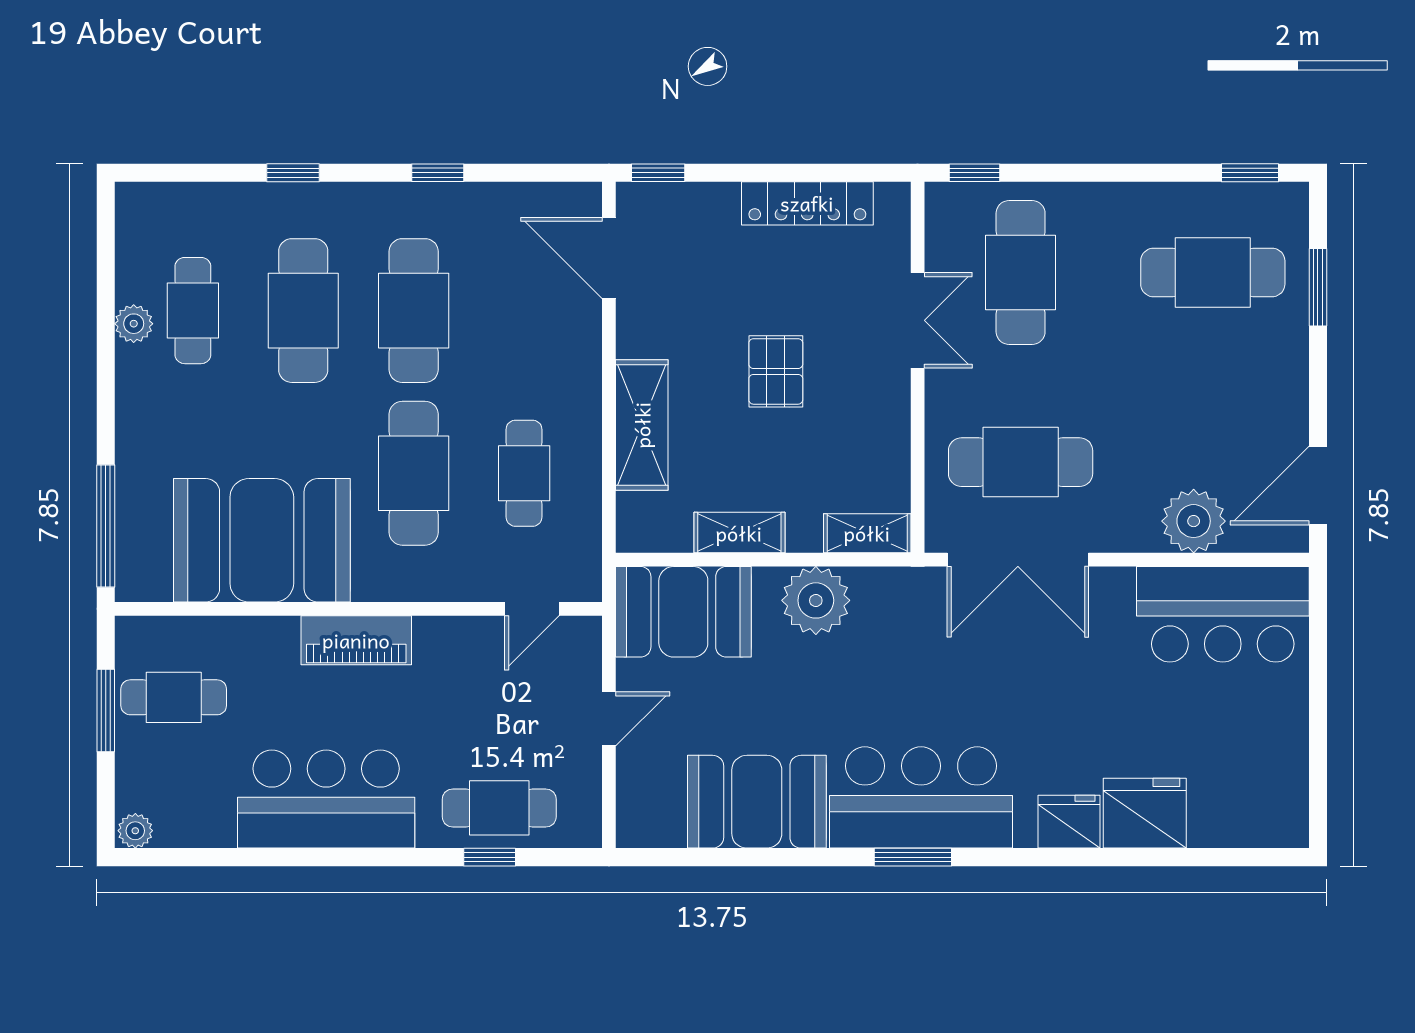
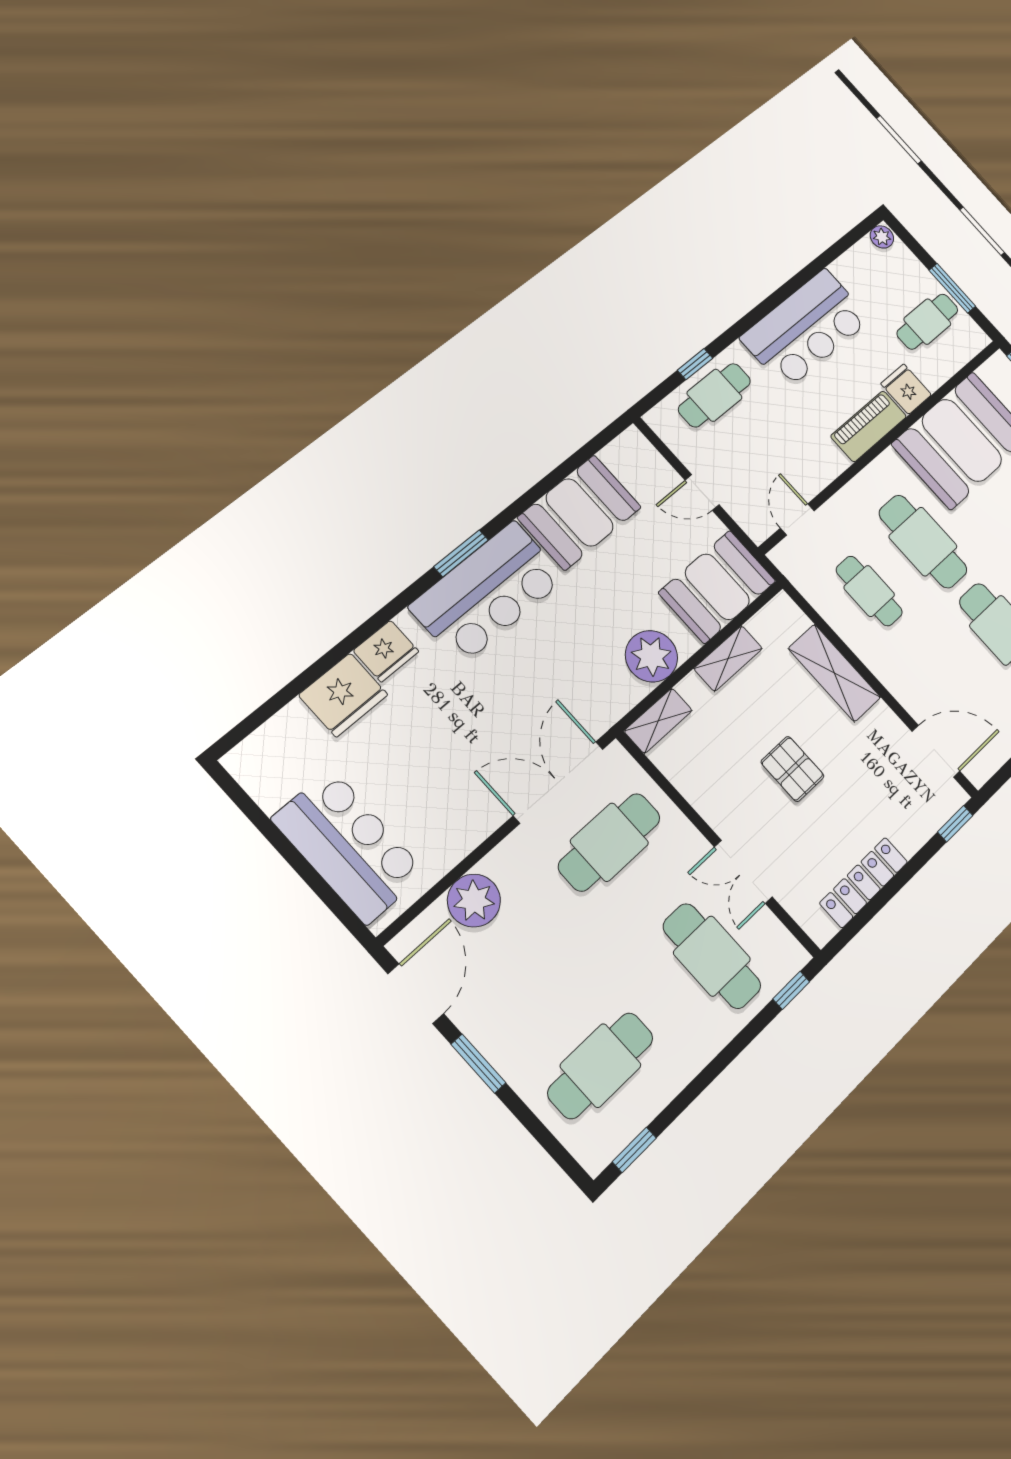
window: (1318, 287) -> (478, 1063), moved
bar counter: (1223, 614) -> (349, 846), moved, turned 90
fridge: (273, 645) -> (906, 389), added
door: (609, 719) -> (702, 492), hinge flipped

